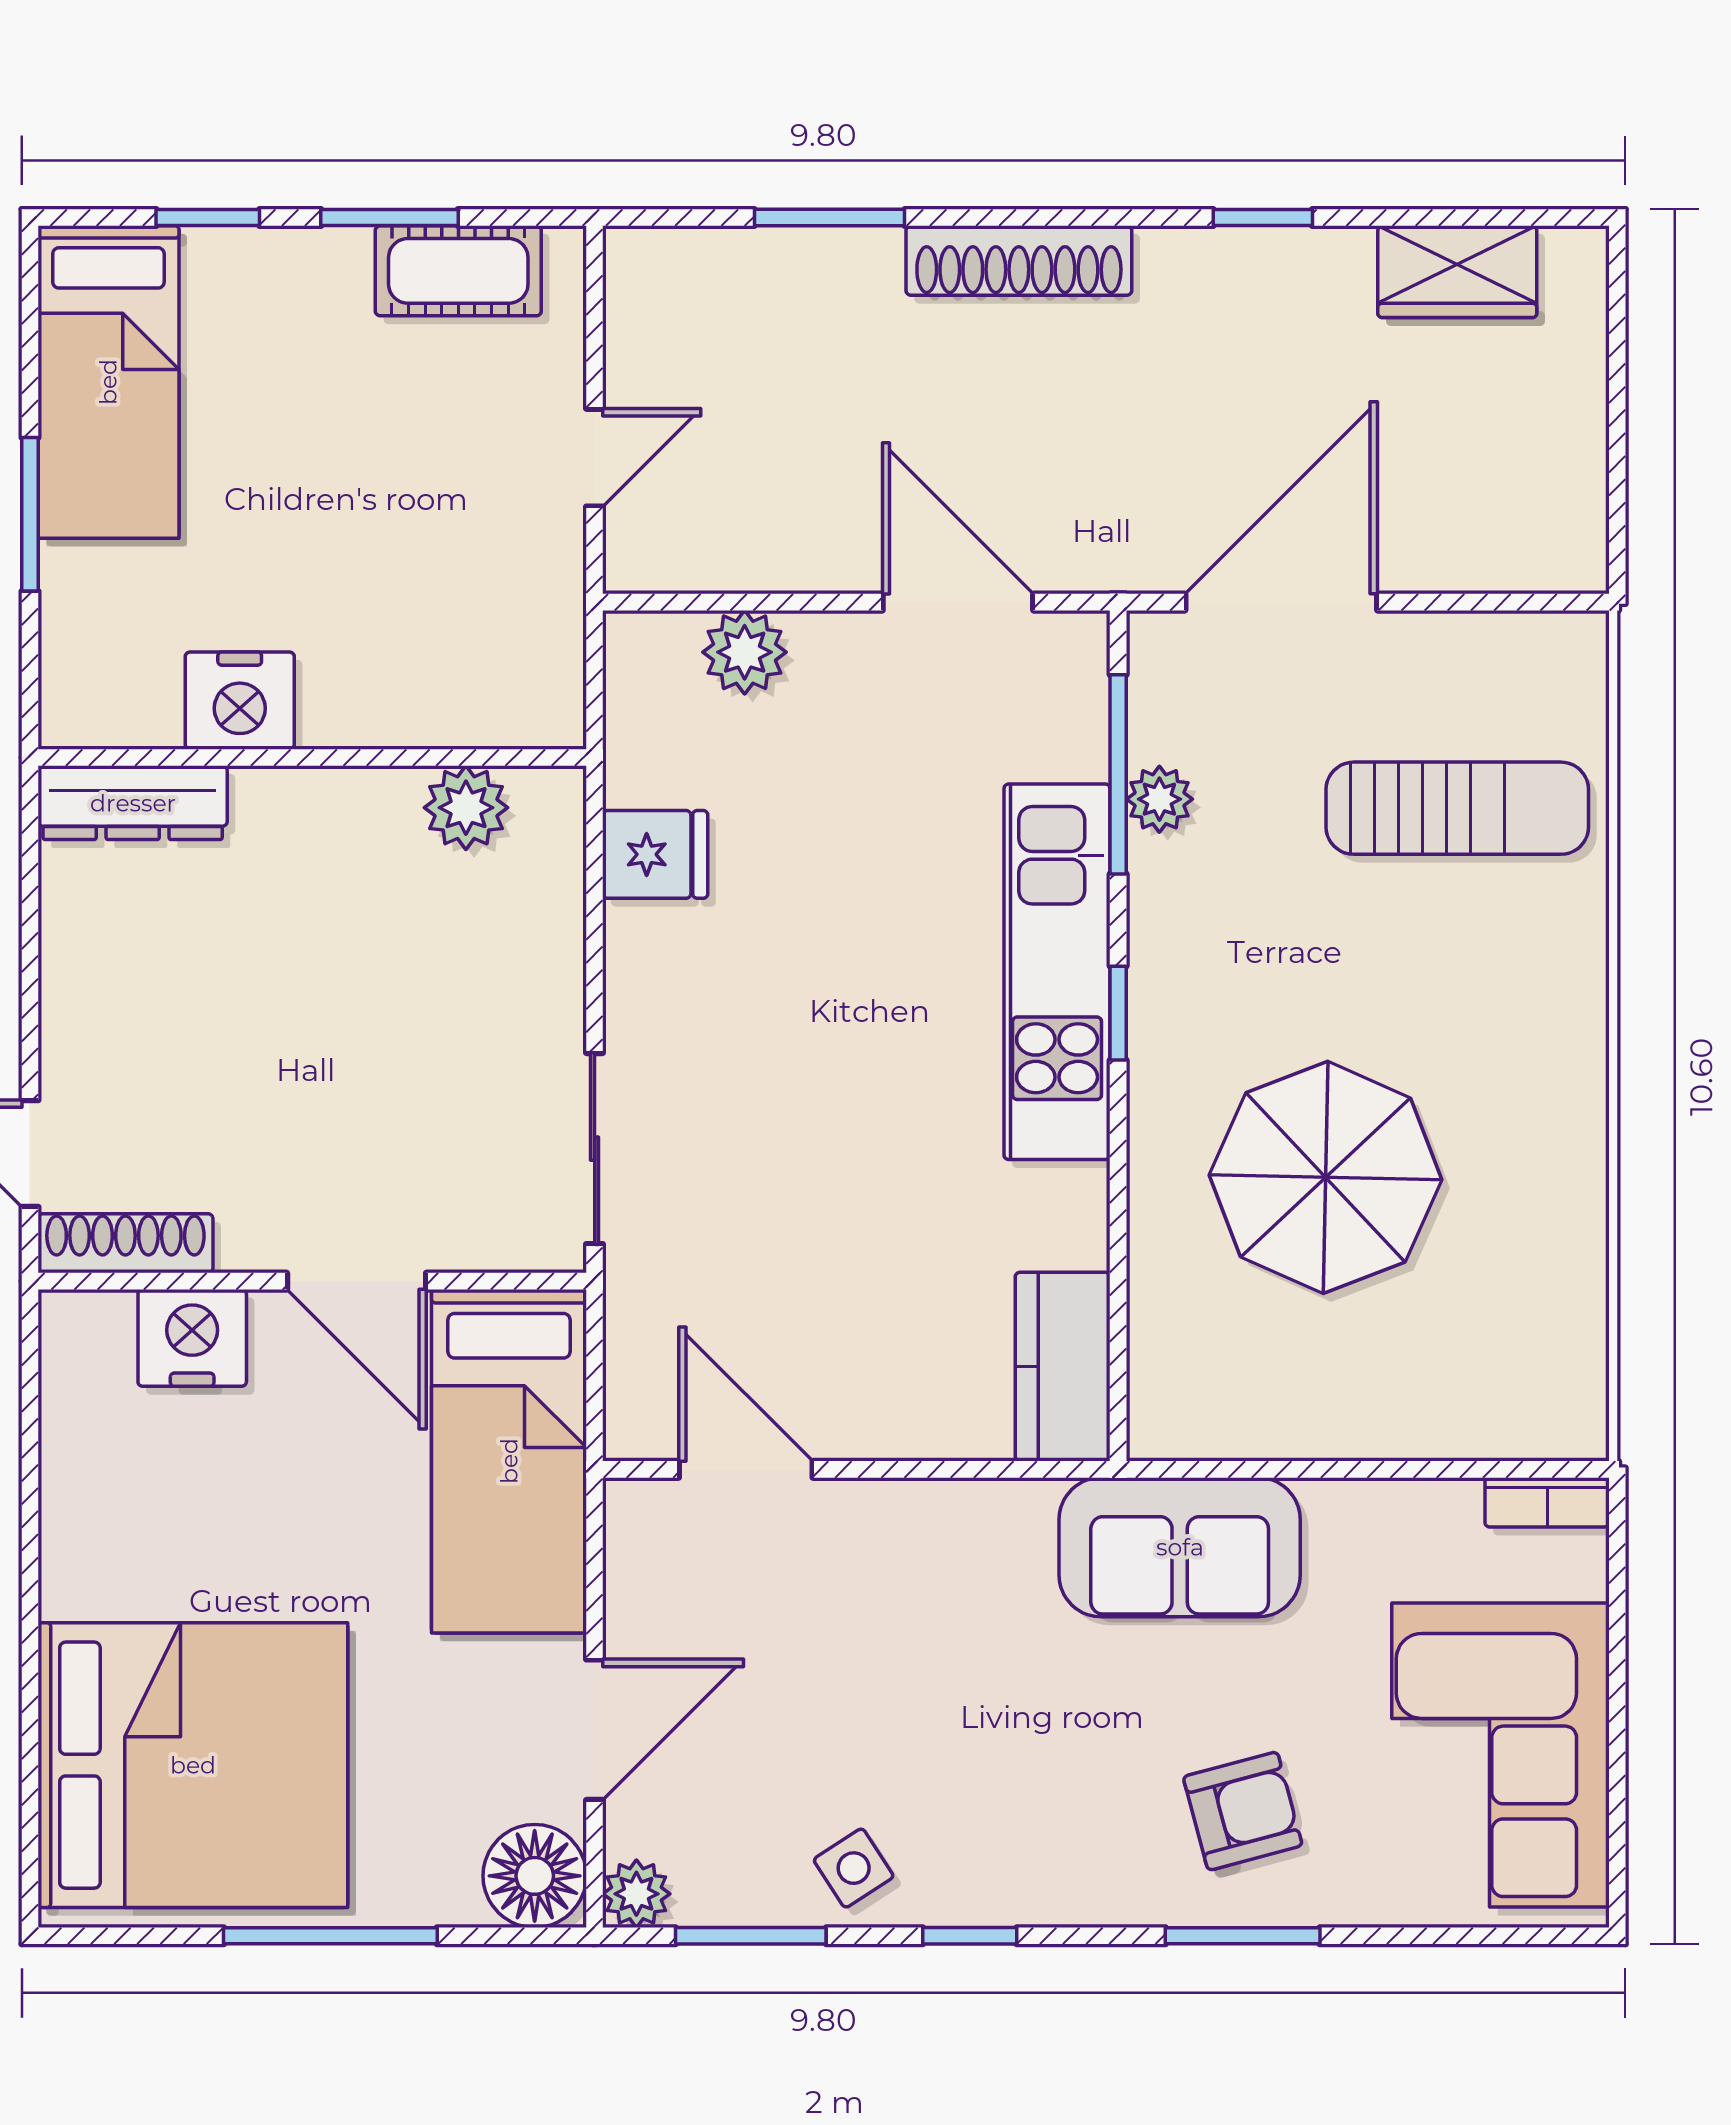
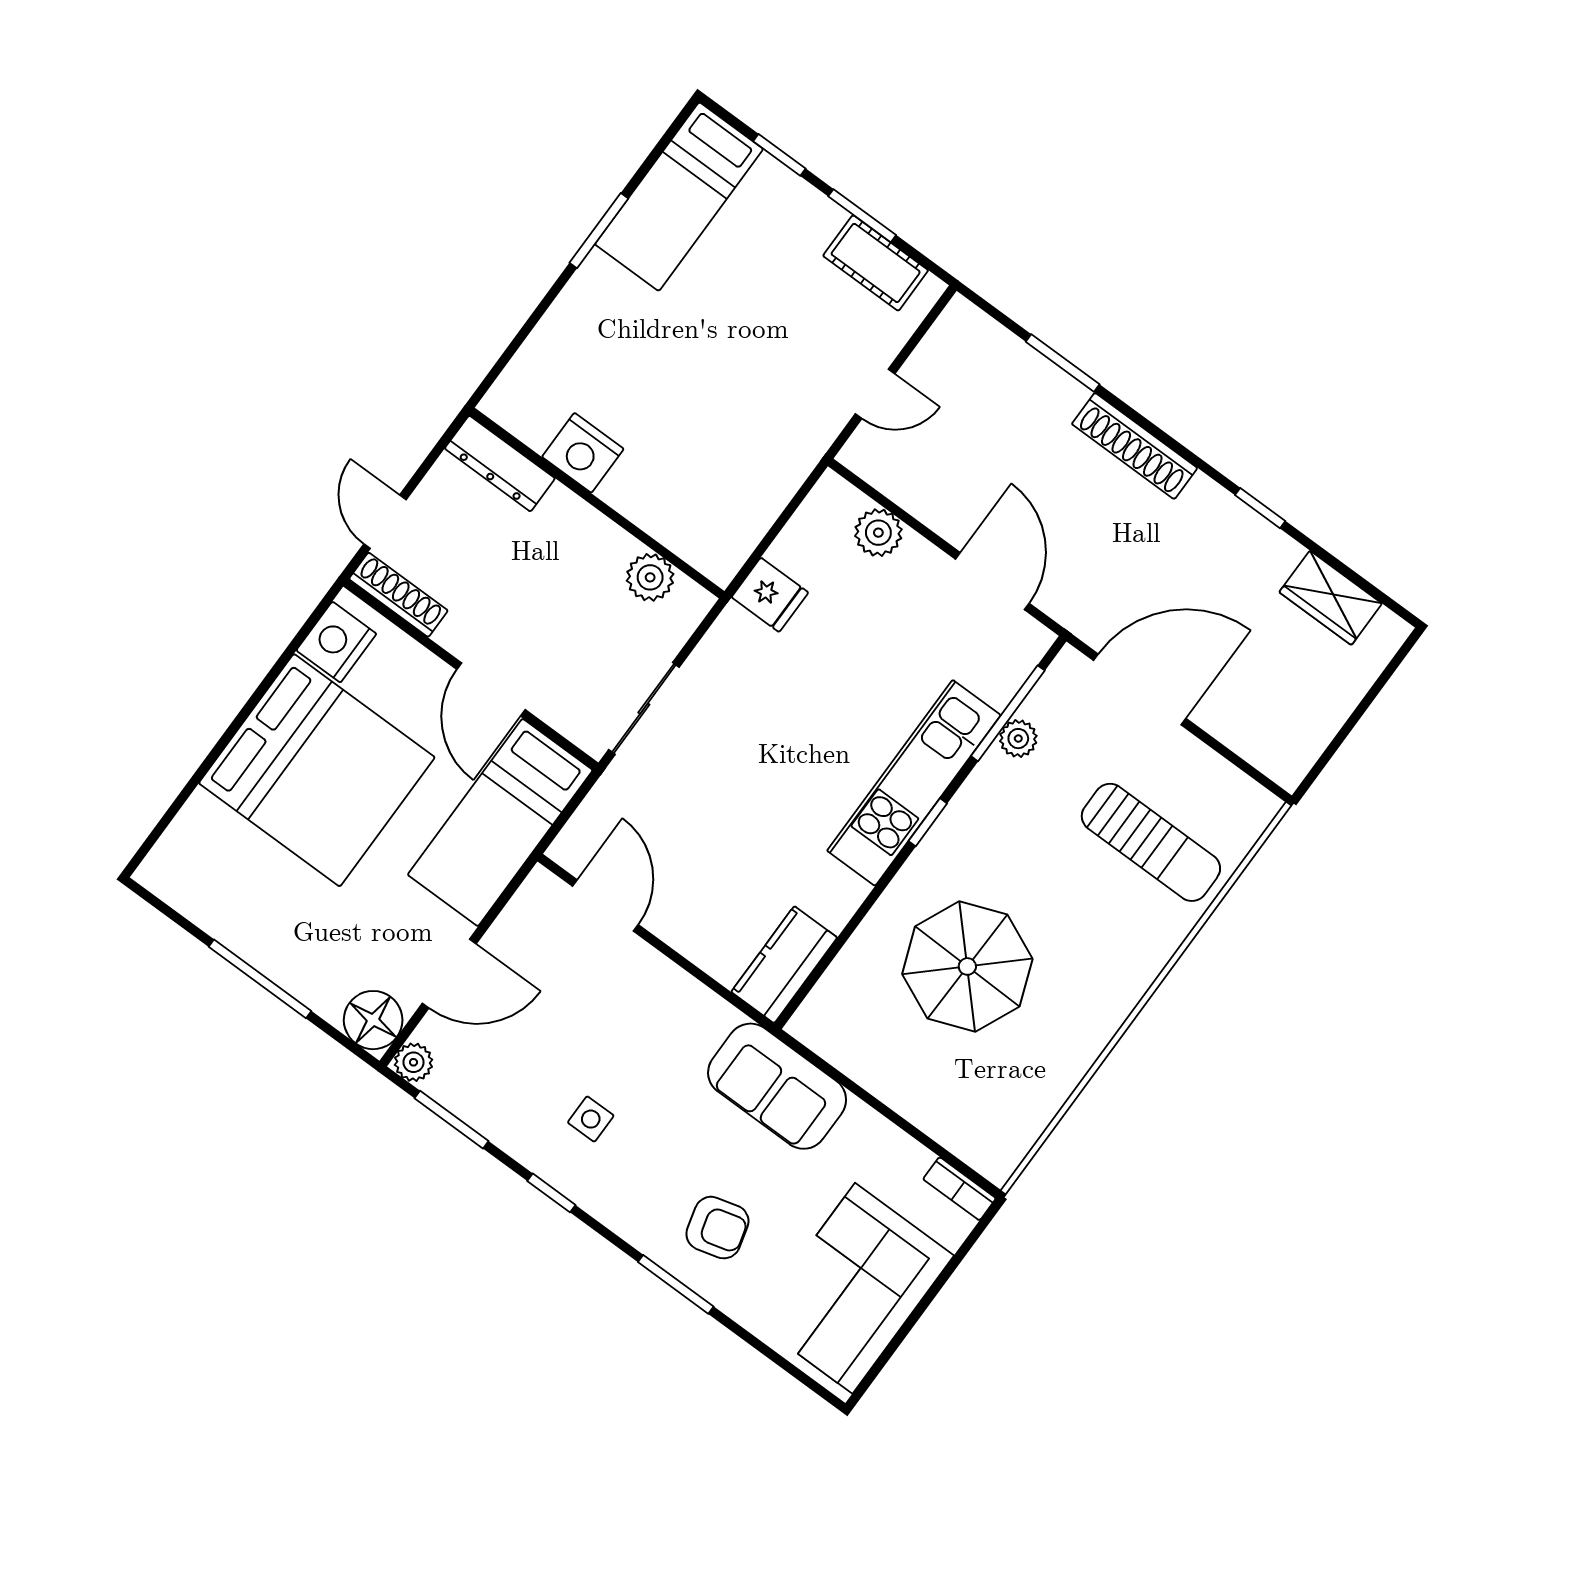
nightstand: (240, 701) -> (583, 453), moved
wall: (312, 758) -> (597, 503), moved
dresser: (133, 803) -> (500, 463), moved
plant: (466, 808) -> (650, 577), moved
nightstand: (192, 1338) -> (336, 642), moved, turned -90
bed: (193, 1765) -> (317, 770), moved
side table: (854, 1868) -> (591, 1119), moved, turned 33

